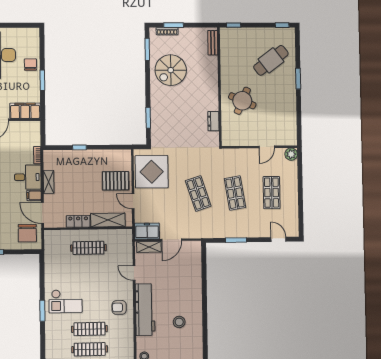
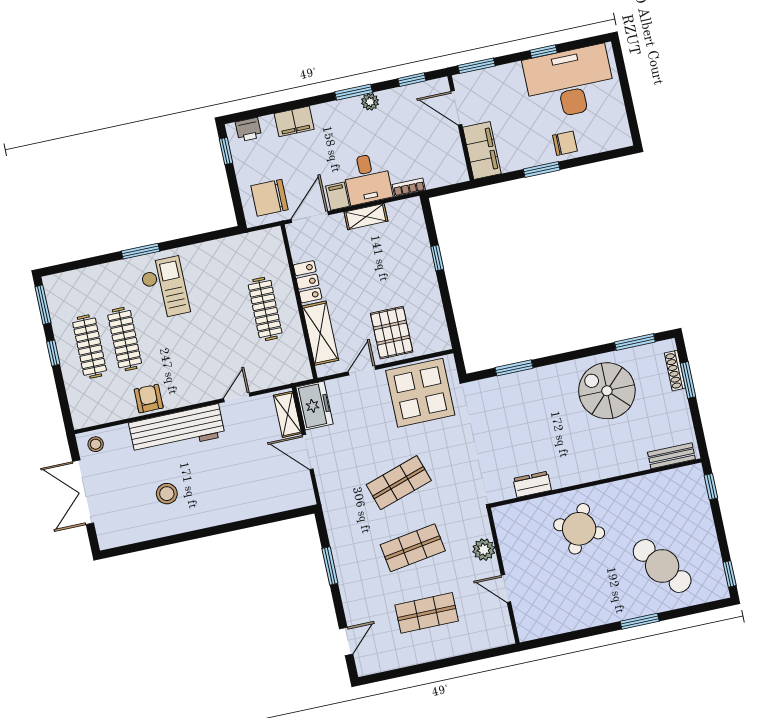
plant: (291, 154) -> (484, 550), moved
checkout: (66, 301) -> (165, 288), turned 180
armchair: (119, 307) -> (149, 399), moved

